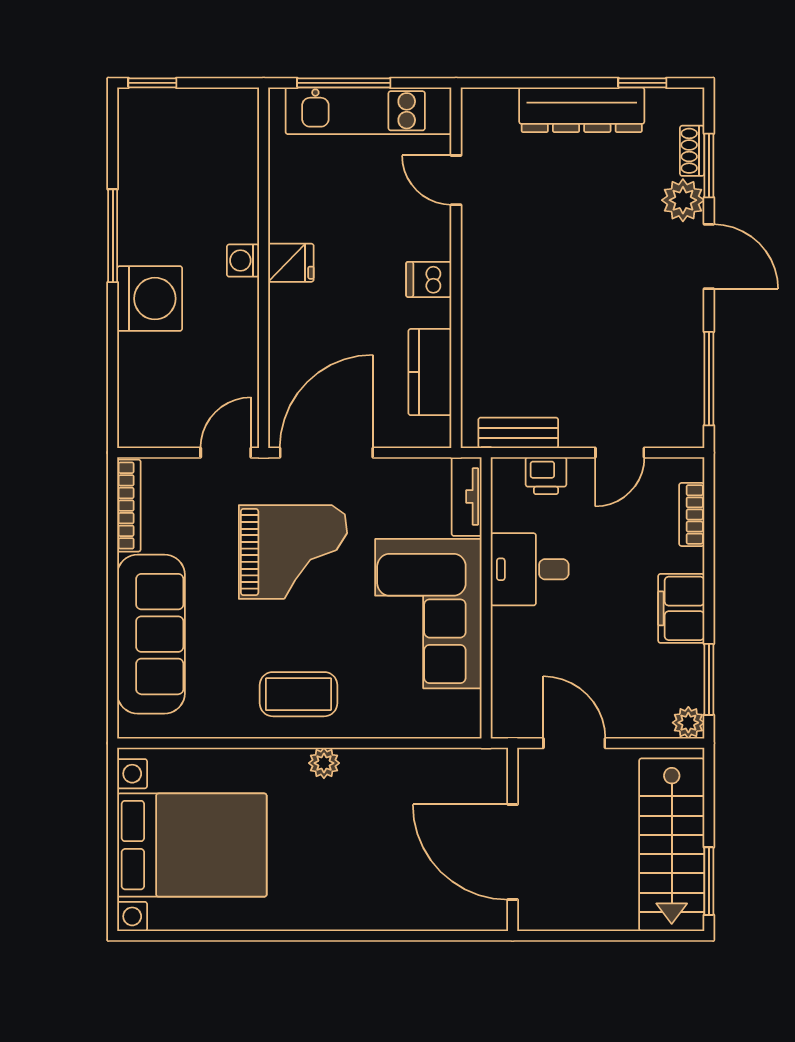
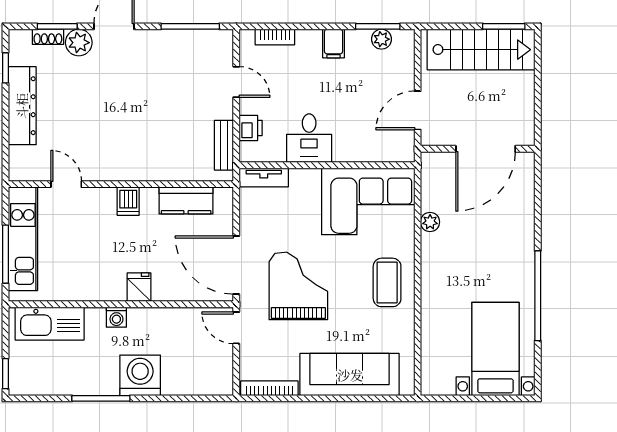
kitchen sink: (233, 154) -> (50, 324), added
door: (456, 180) -> (66, 184), swing flipped
fridge: (291, 263) -> (139, 287), moved
filing cabinet: (681, 608) -> (334, 44), width x0.50
corner sofa: (428, 614) -> (368, 201), moved
plant: (688, 723) -> (381, 39), moved
plant: (324, 763) -> (430, 222), moved
bed with nightstands: (192, 845) -> (495, 349), width x0.73
window: (277, 936) -> (538, 296), added

